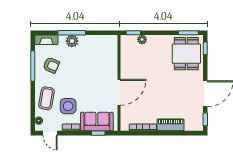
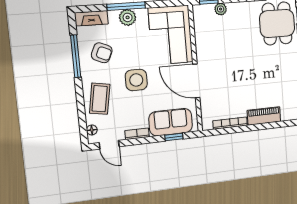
corner sofa: (103, 56) -> (171, 35), added
door: (119, 92) -> (196, 81), swing flipped
side table: (68, 106) -> (136, 80), moved

